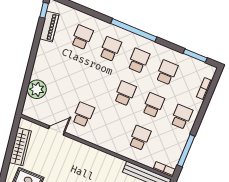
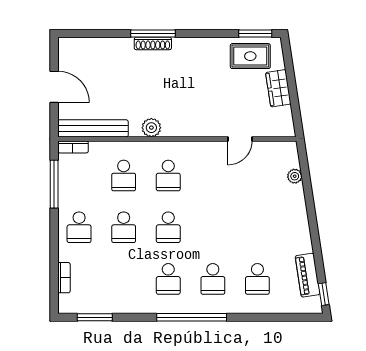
school desk: (167, 72) -> (124, 279), removed
plant: (37, 89) -> (295, 176), width x0.53, depth x0.53
school desk: (83, 114) -> (168, 176), moved
wardrobe: (20, 147) -> (278, 88), width x0.67
plant: (110, 161) -> (151, 128), added

